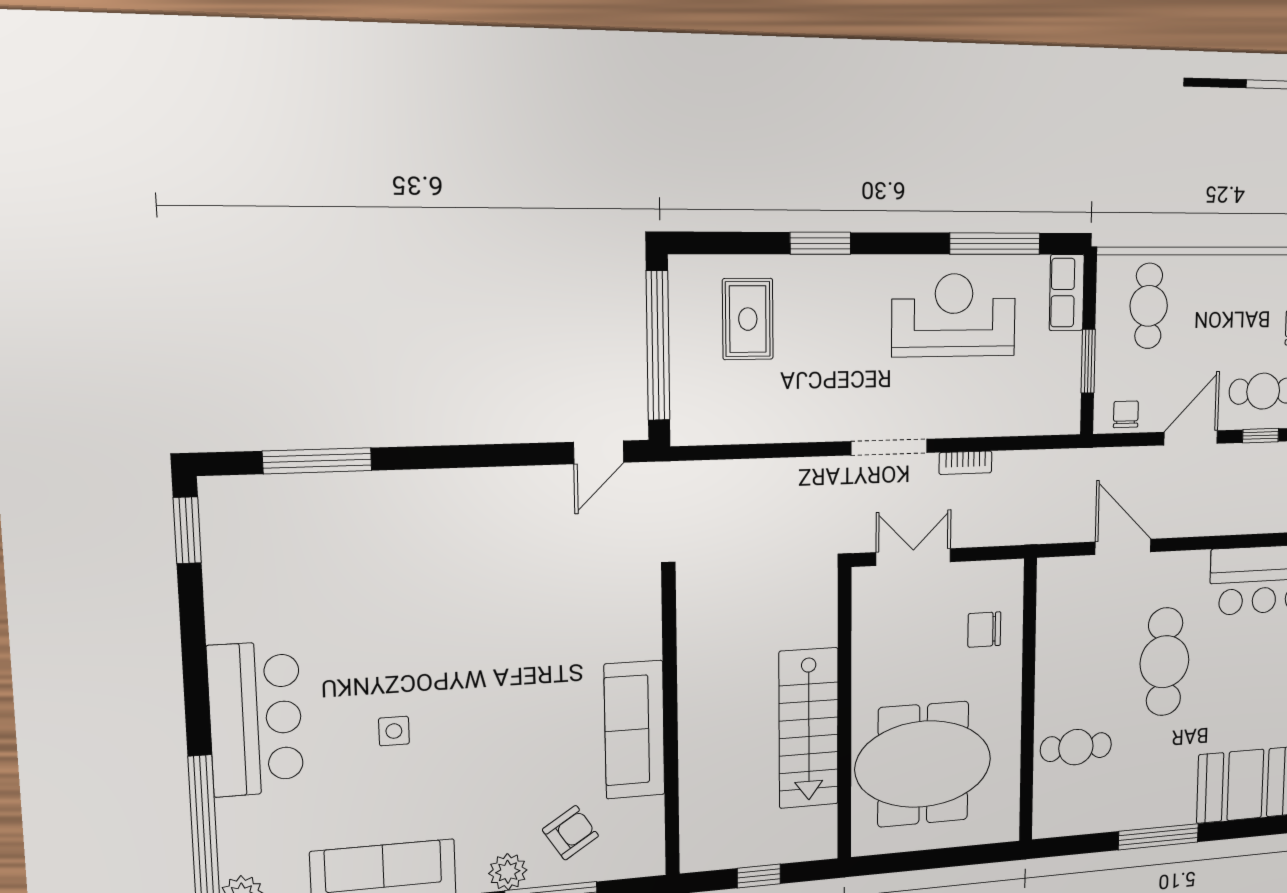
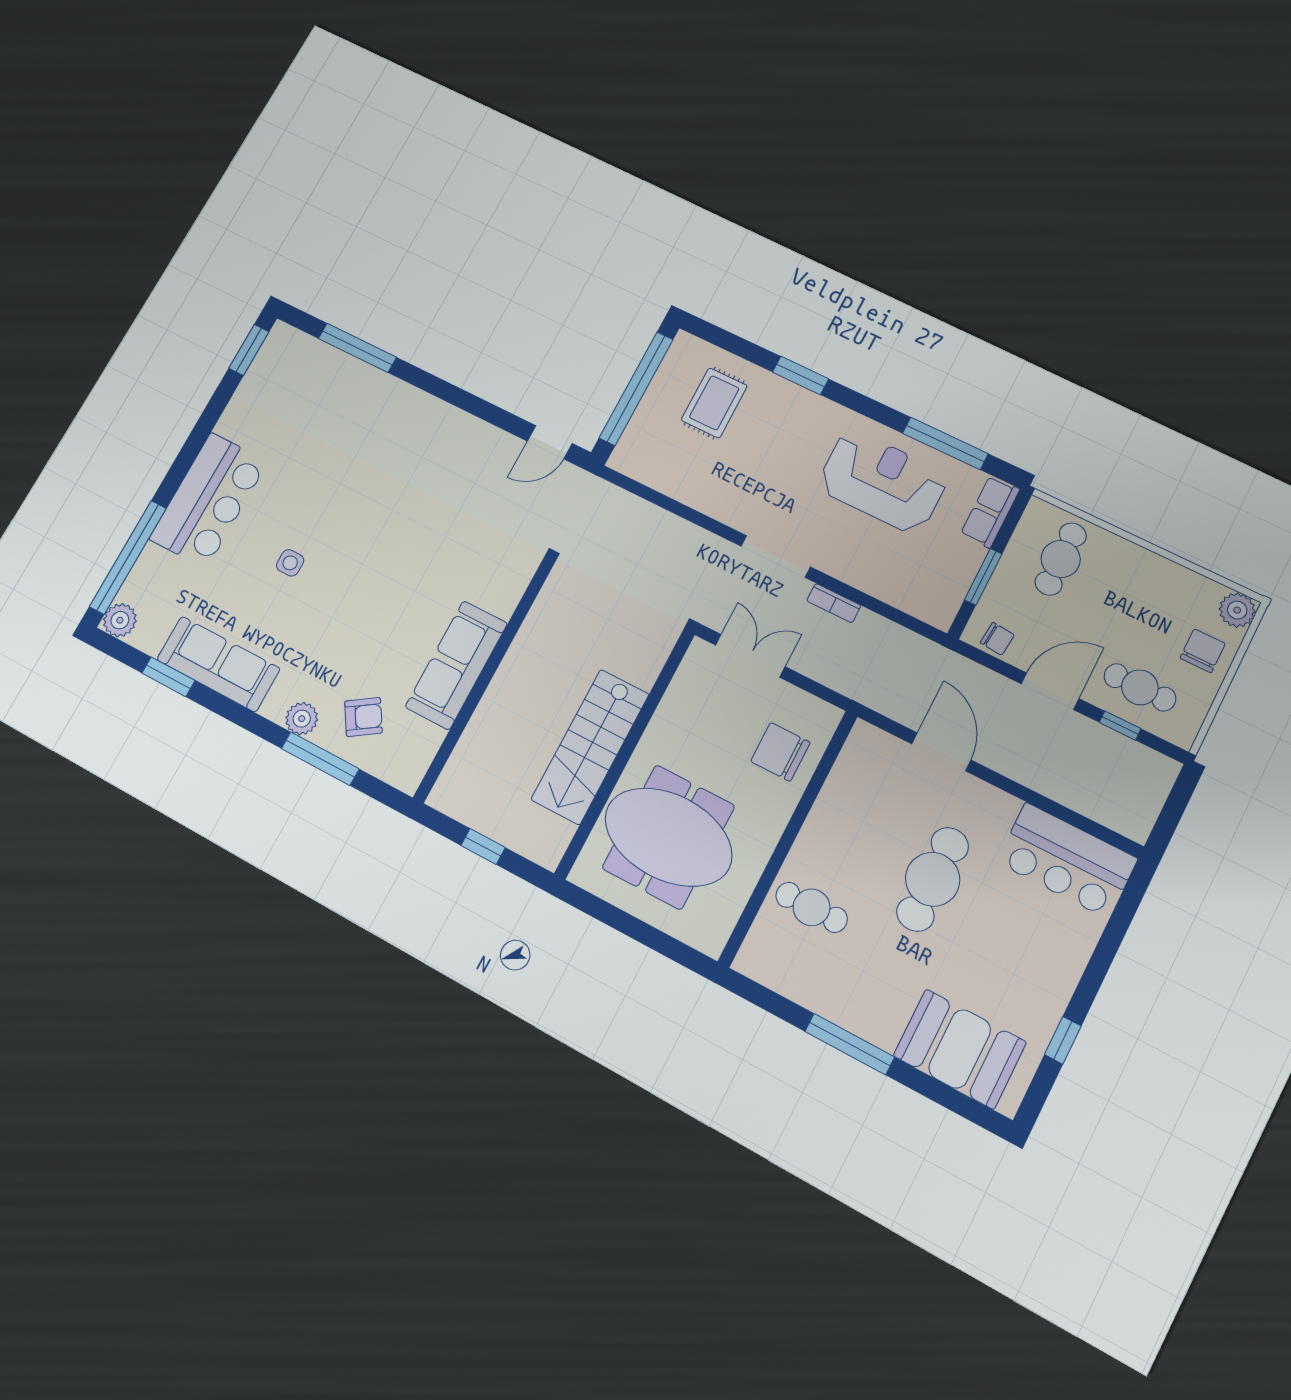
chair: (1126, 414) -> (997, 639), turned 95
chair: (984, 630) -> (780, 752), width x1.37, depth x1.37

